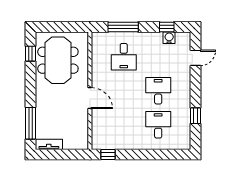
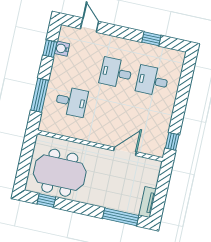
door: (90, 98) -> (125, 151), moved

